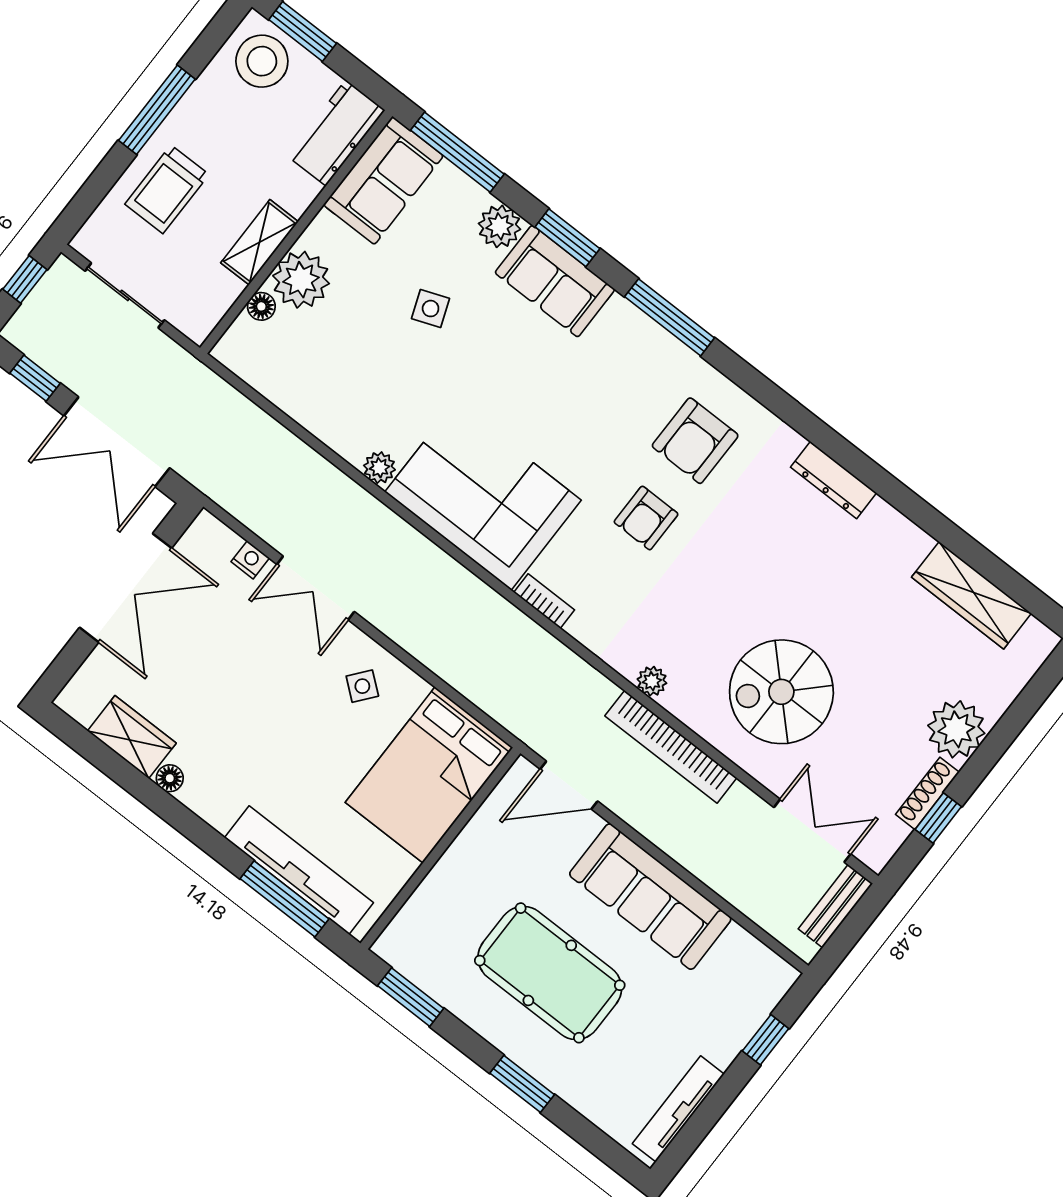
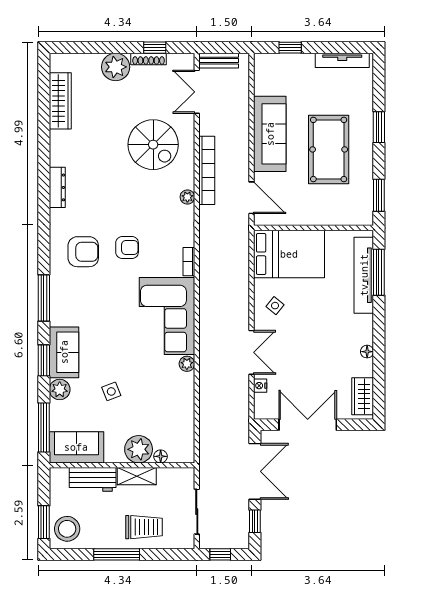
workbench: (336, 133) -> (93, 479), moved
wardrobe: (132, 737) -> (363, 396), moved

